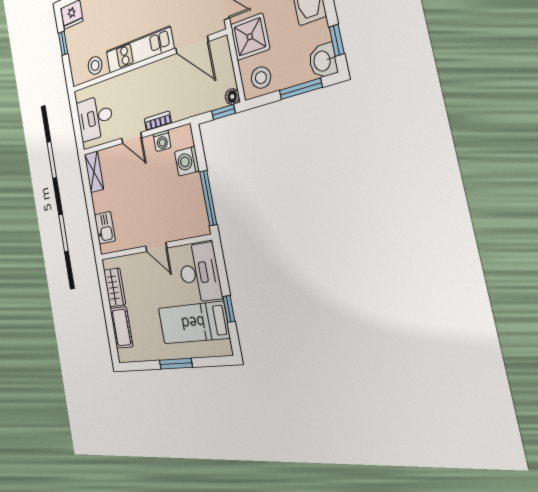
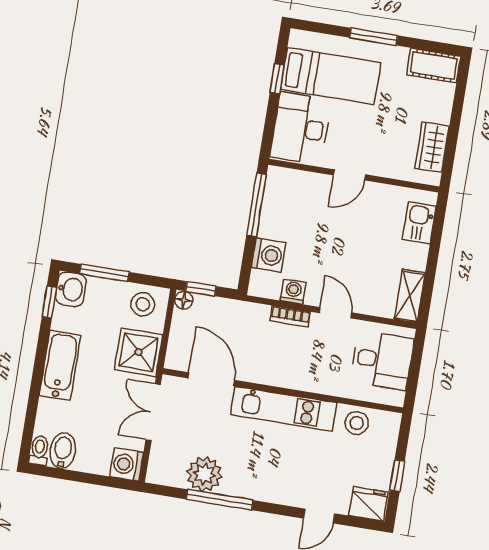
door: (156, 247) -> (350, 175), swing flipped
cot: (121, 327) -> (434, 65), moved, turned 90

